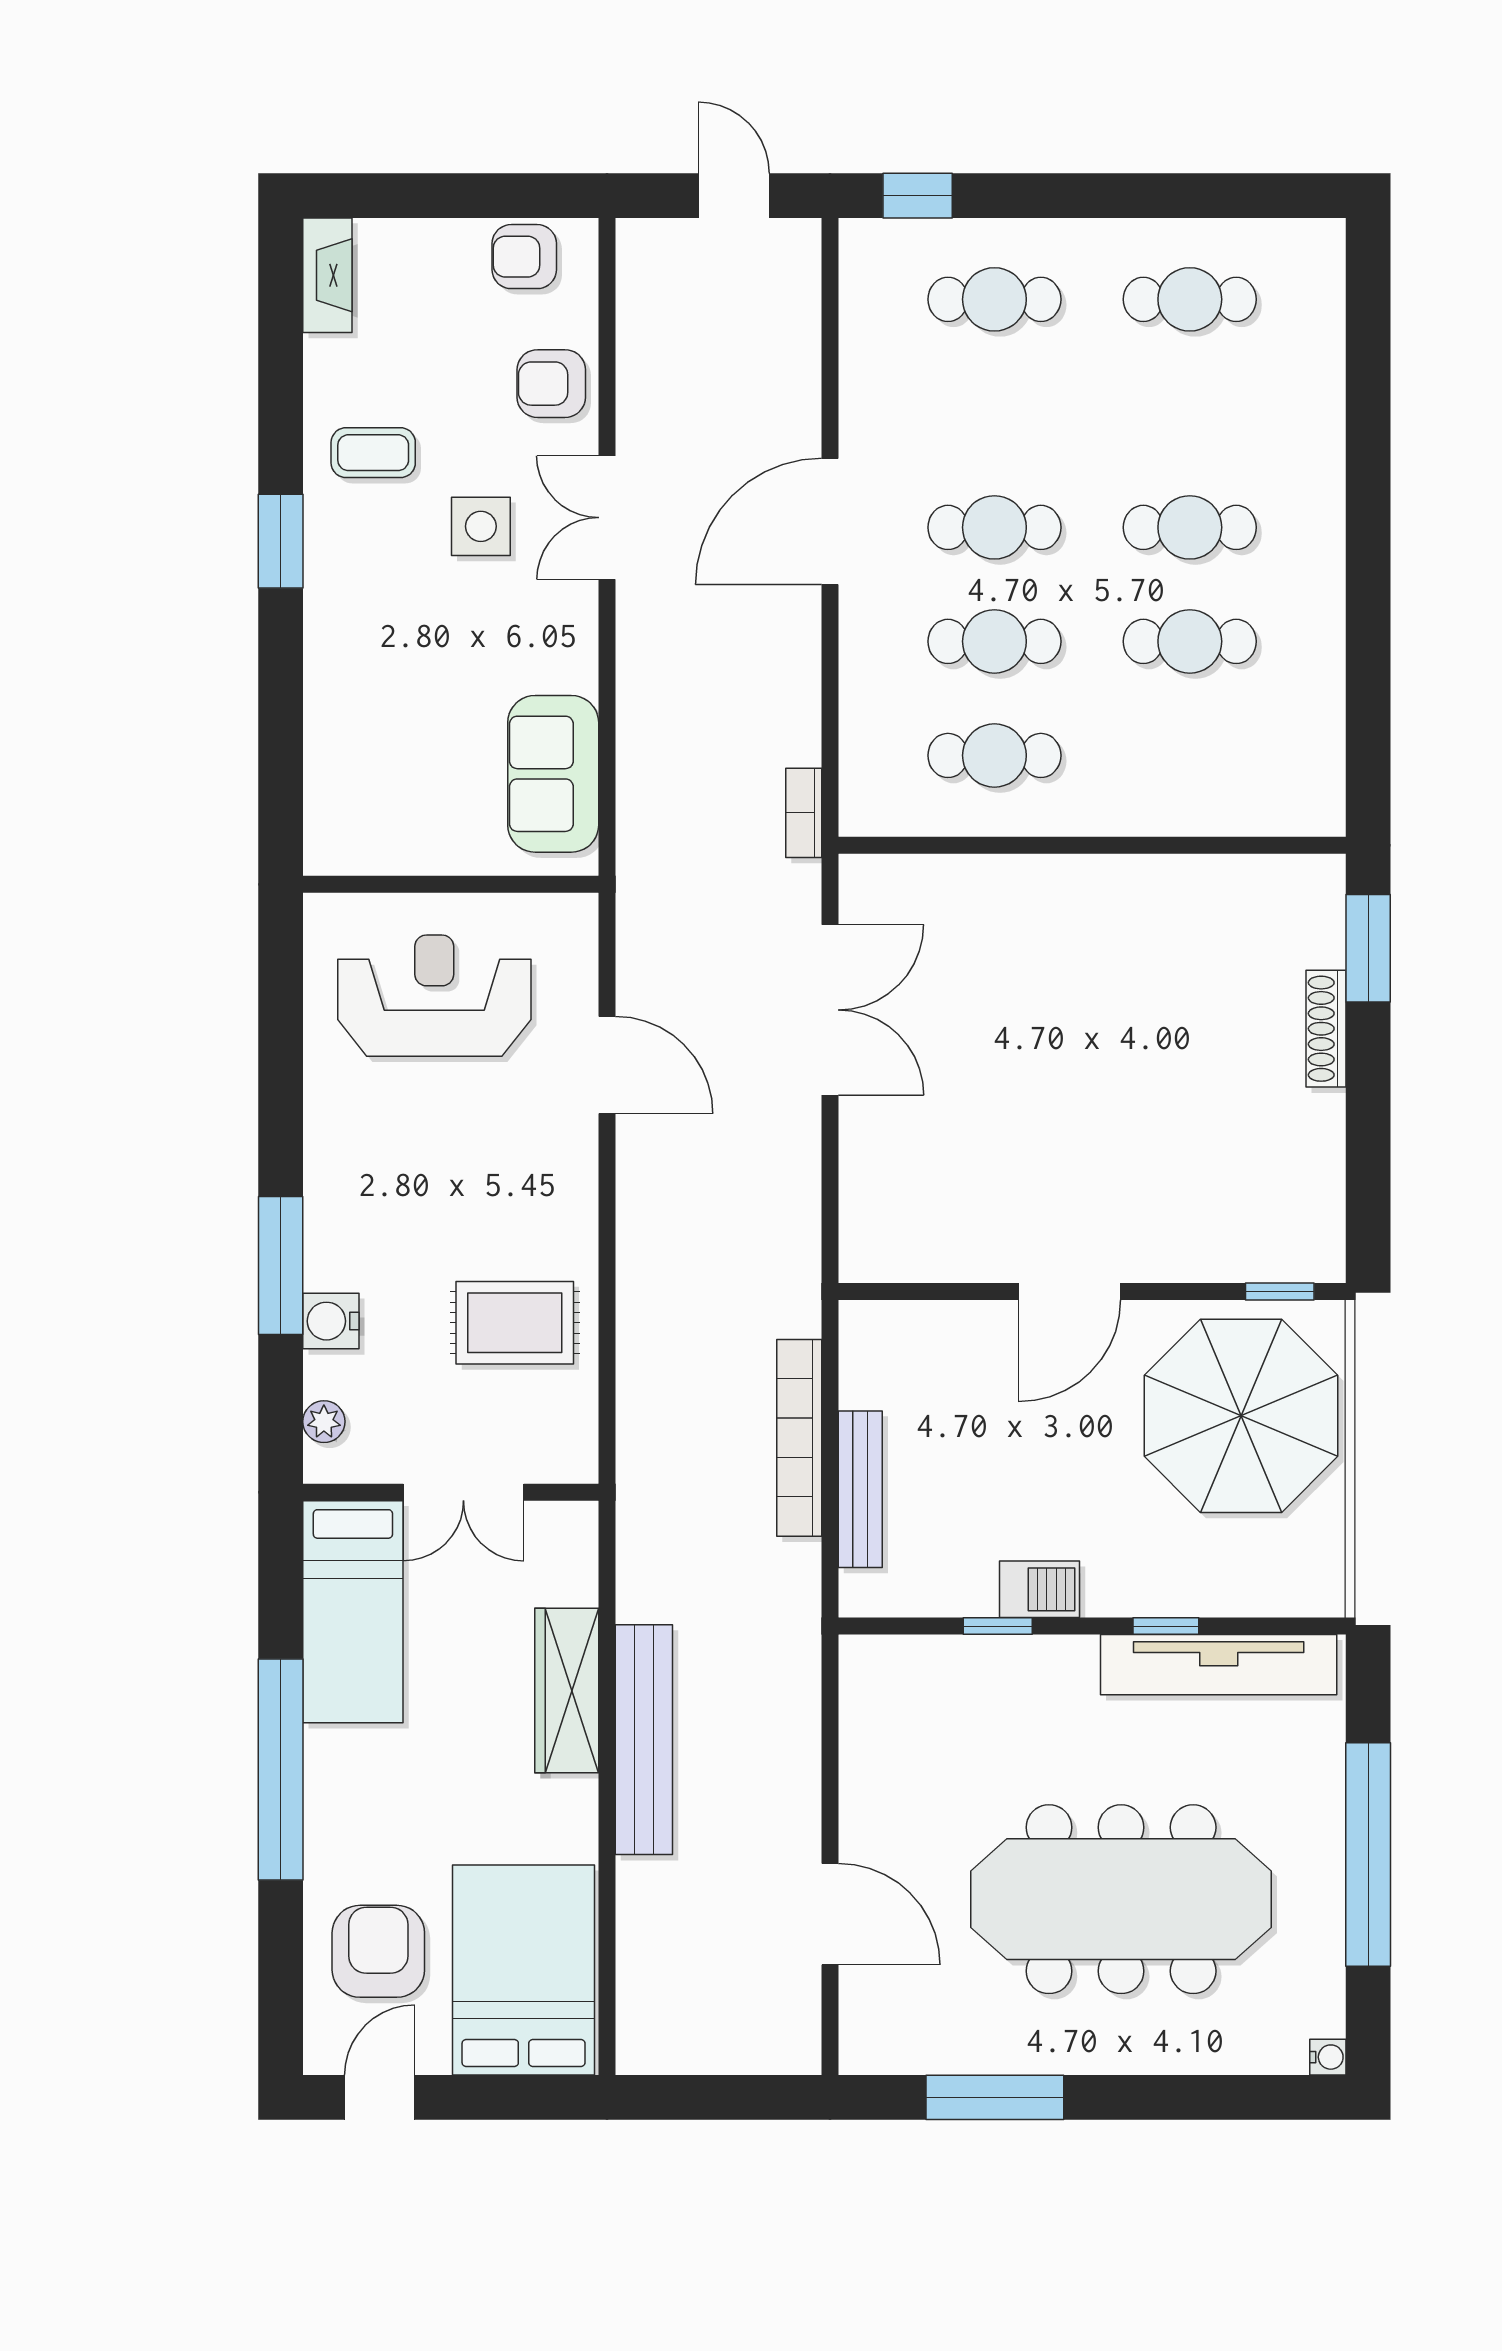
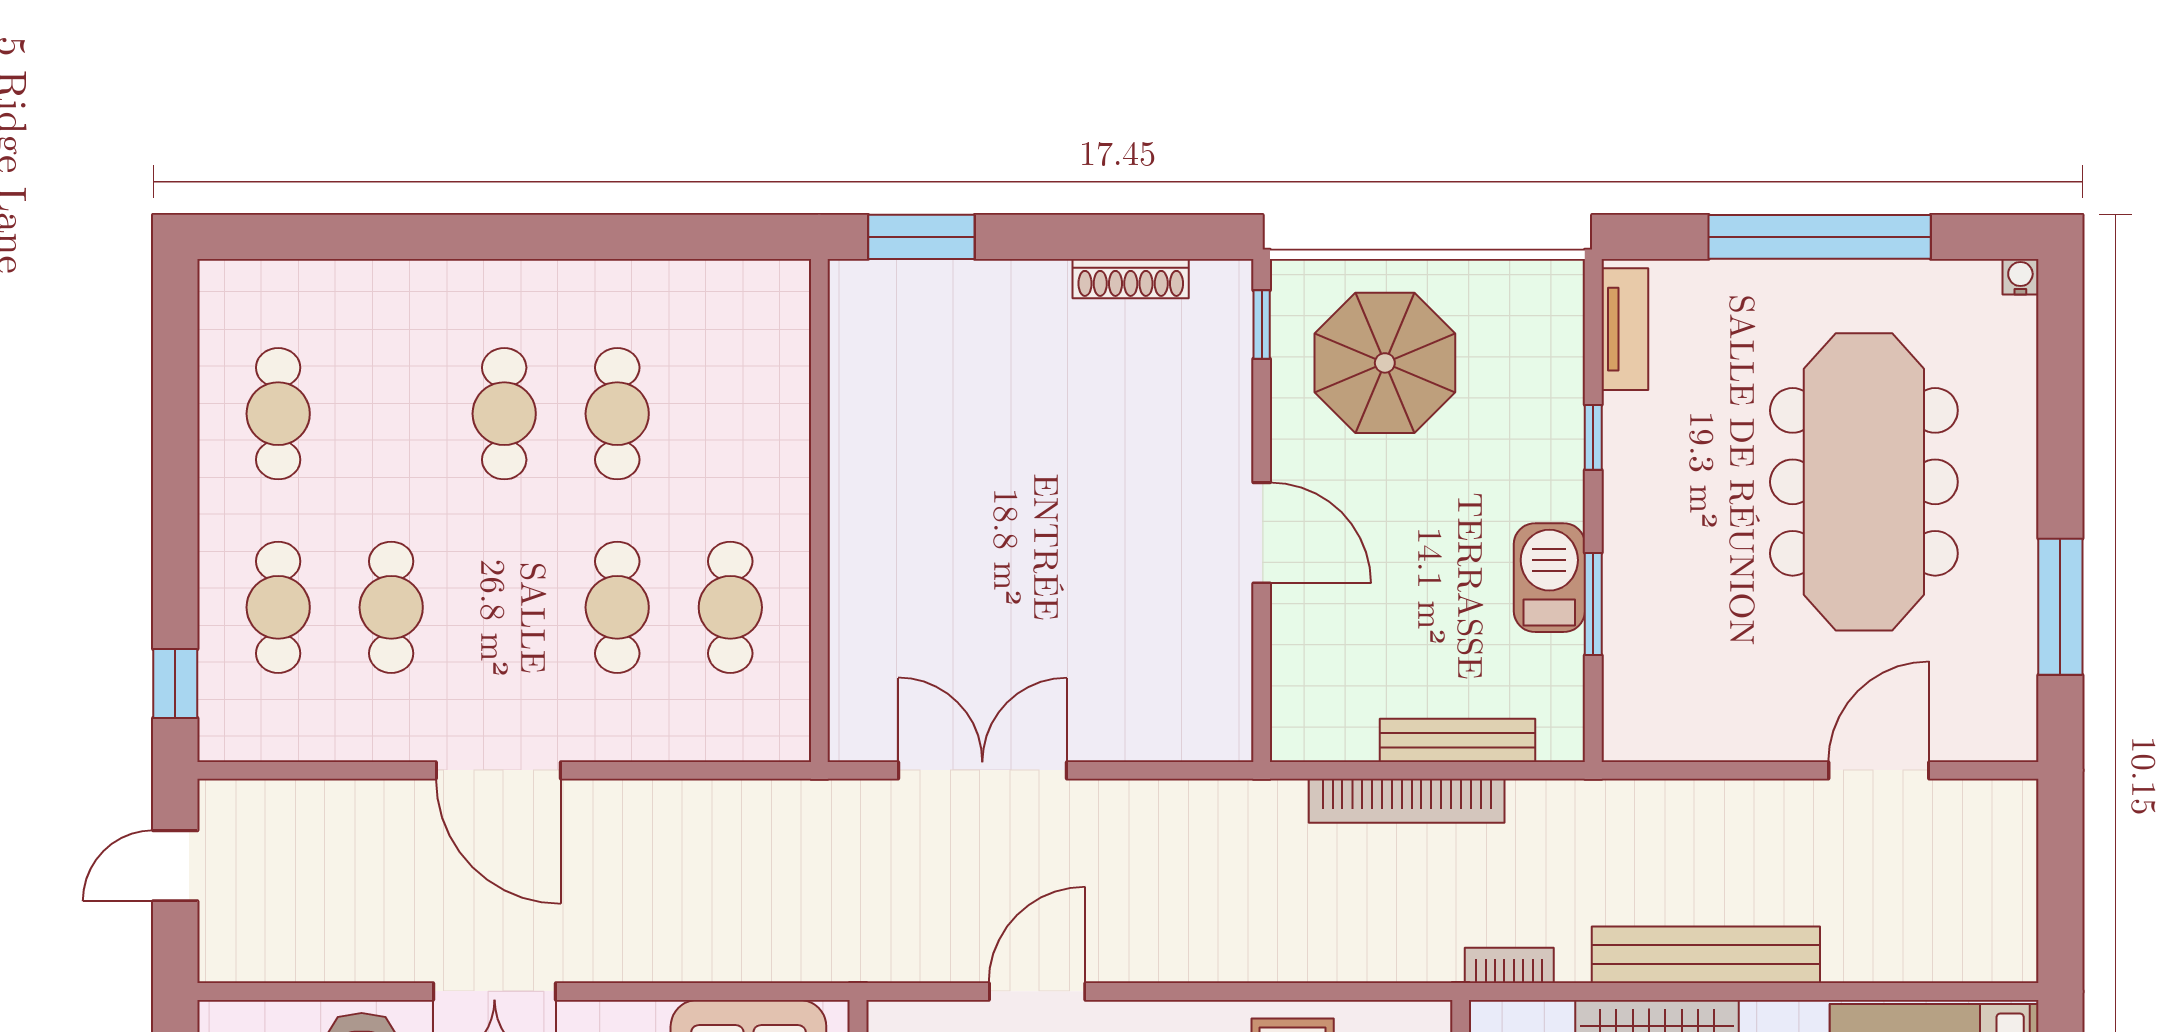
cafe table: (994, 527) -> (391, 607), moved
bookcase: (804, 813) -> (1509, 965), moved, turned 180
shoe rack: (1326, 1029) -> (1131, 279), moved
parasol: (1241, 1416) -> (1385, 363), width x0.73, depth x0.73
barbecue: (1040, 1589) -> (1549, 578), width x1.38, depth x1.27
window: (998, 1626) -> (1593, 604), width x1.50
tv unit: (1219, 1665) -> (1625, 329), width x0.52, depth x0.78

